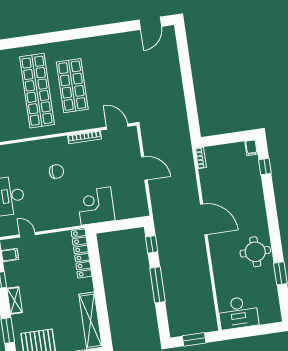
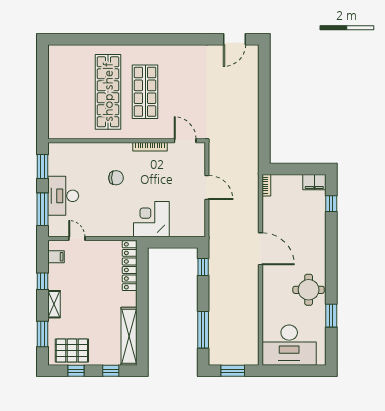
filing cabinet: (251, 148) -> (314, 182), width x2.00
window: (157, 285) -> (203, 330), moved
desk: (238, 313) -> (289, 345), width x1.36, depth x1.30

